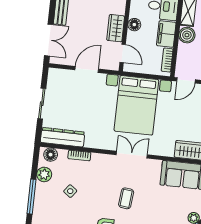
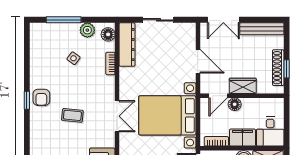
floor lamp: (134, 25) -> (235, 104), moved

